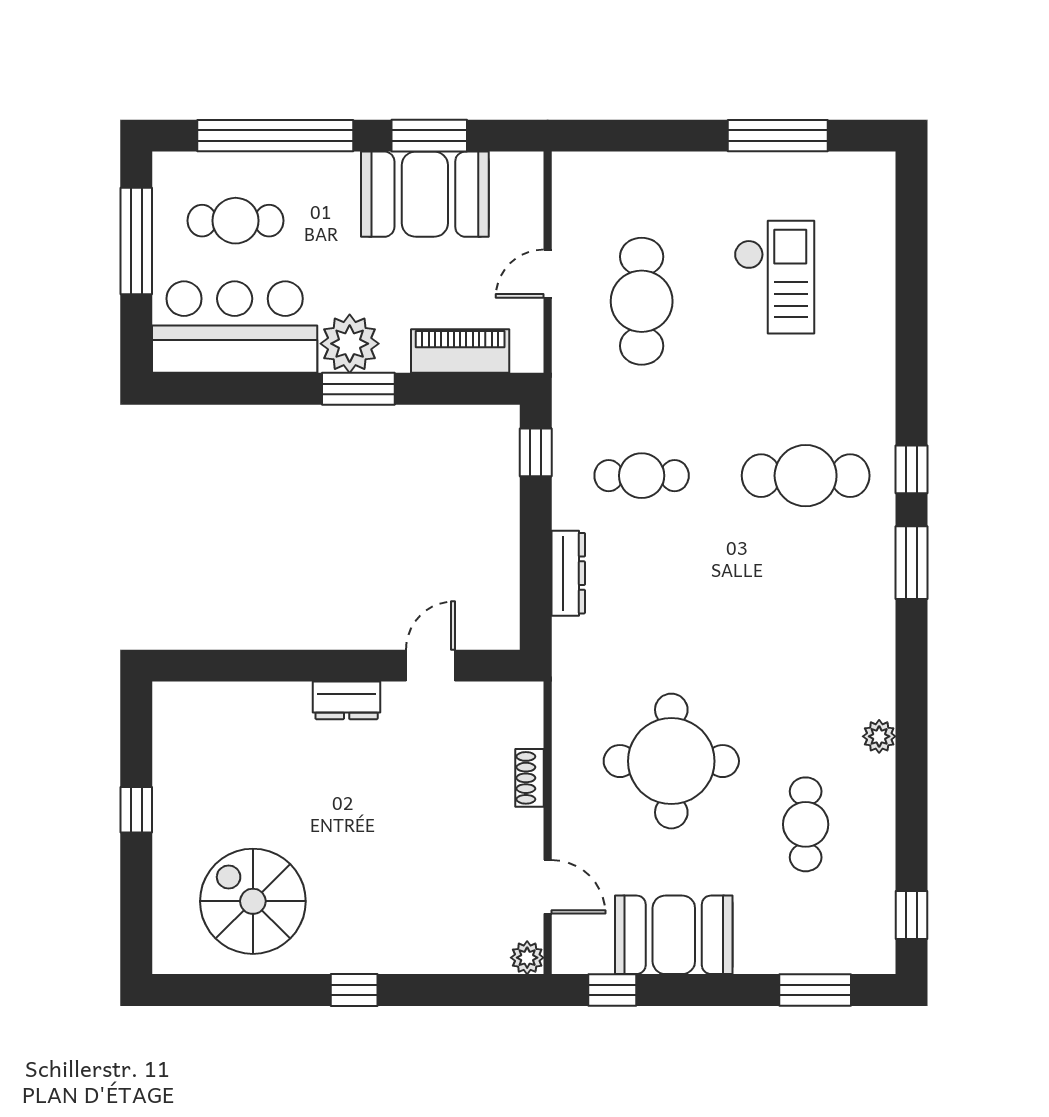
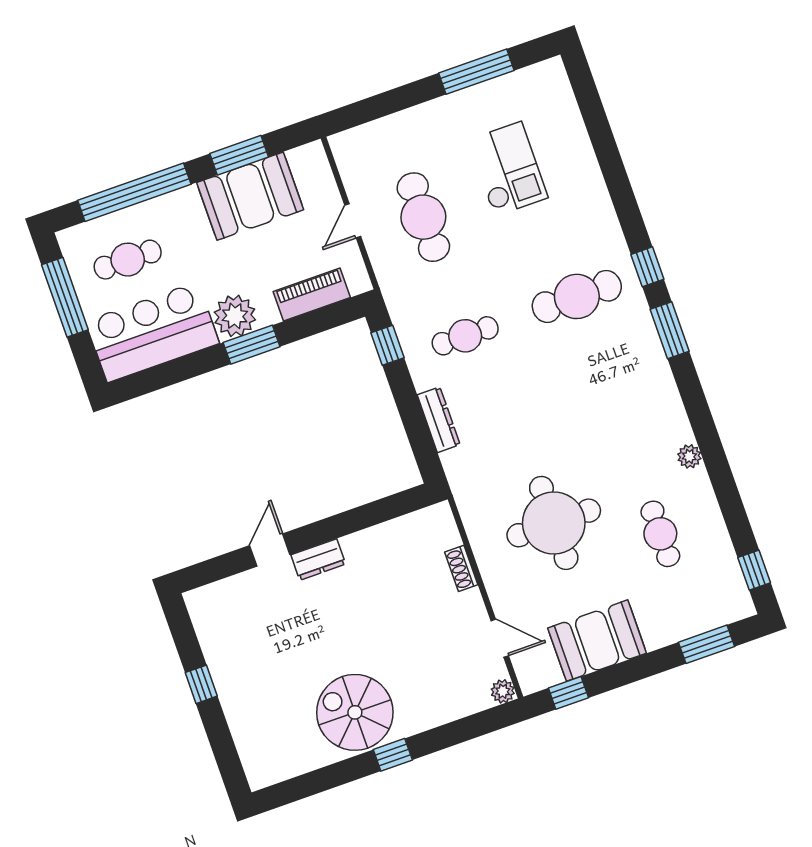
door: (430, 666) -> (270, 550), moved
spiral stairs: (253, 901) -> (355, 712), moved

